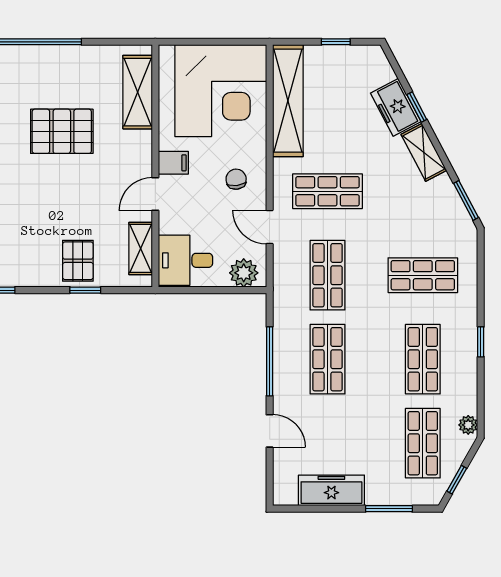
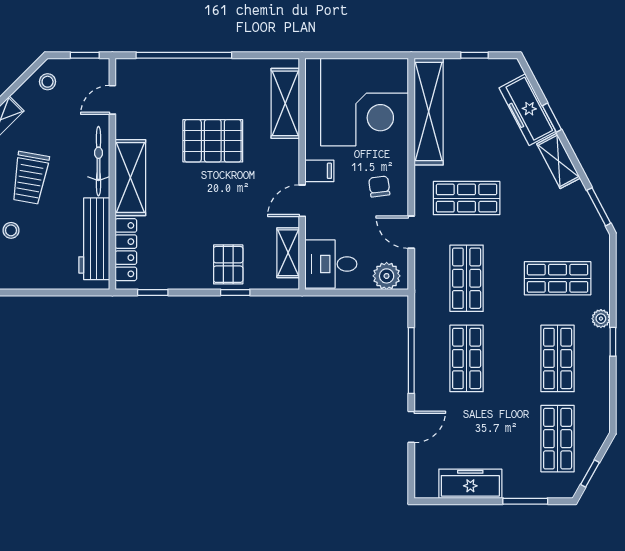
freezer: (396, 107) -> (527, 110), width x1.40
plant: (468, 425) -> (601, 319), moved
door: (270, 431) -> (411, 427), hinge flipped

